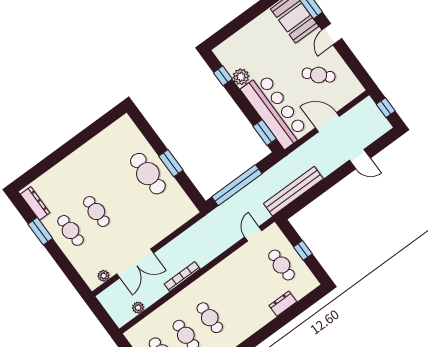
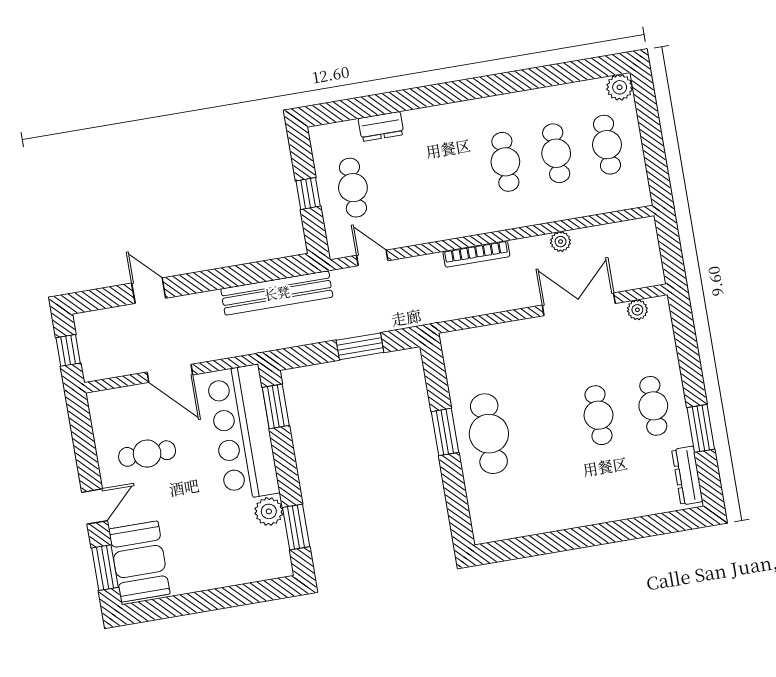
cafe table: (319, 75) -> (147, 454), turned -45
window: (223, 76) -> (296, 527), width x1.50
window: (237, 185) -> (360, 346), width x0.47
door: (253, 234) -> (372, 258), swing flipped
bookcase: (182, 277) -> (476, 254), moved
plant: (138, 308) -> (561, 242), moved

